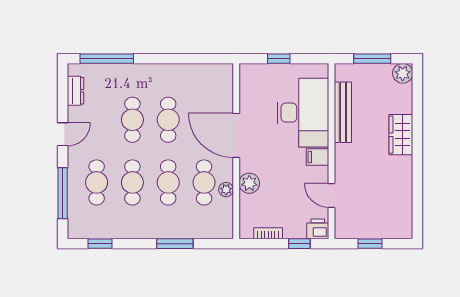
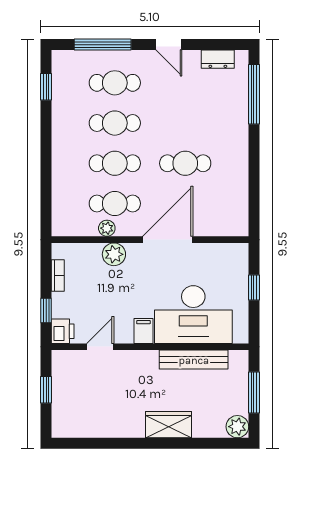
cafe table: (132, 120) -> (185, 123), removed
window: (175, 244) -> (46, 171), removed

